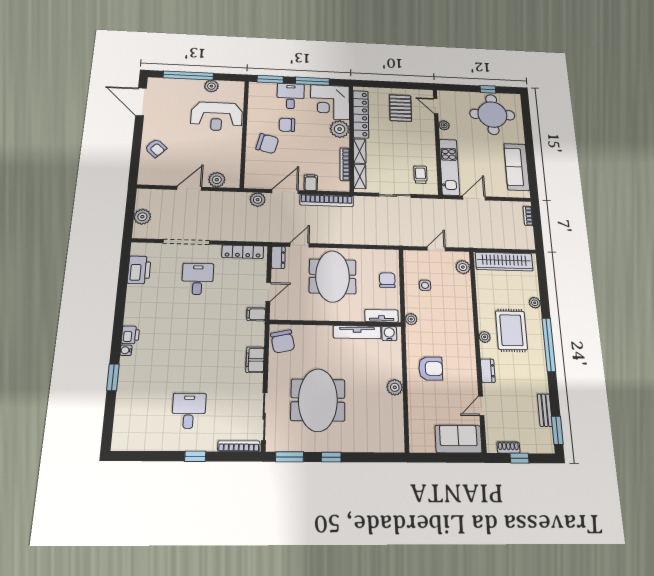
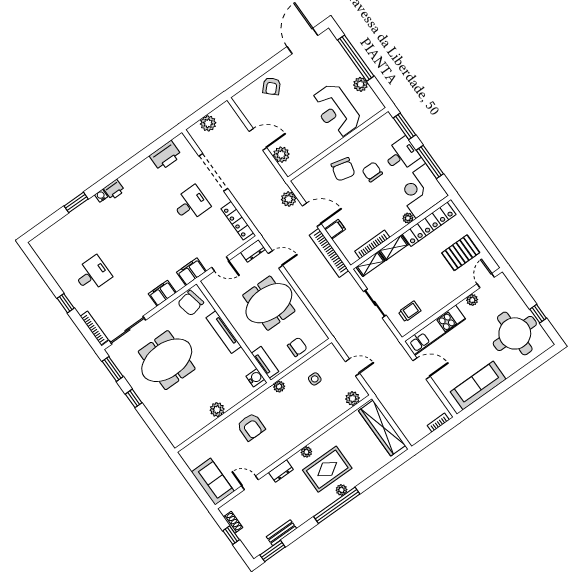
plant: (340, 129) -> (408, 218), width x0.53, depth x0.53
plant: (535, 303) -> (341, 490), moved
filing cabinet: (256, 314) -> (191, 272), width x2.00
tv unit: (357, 332) -> (224, 332), moved

